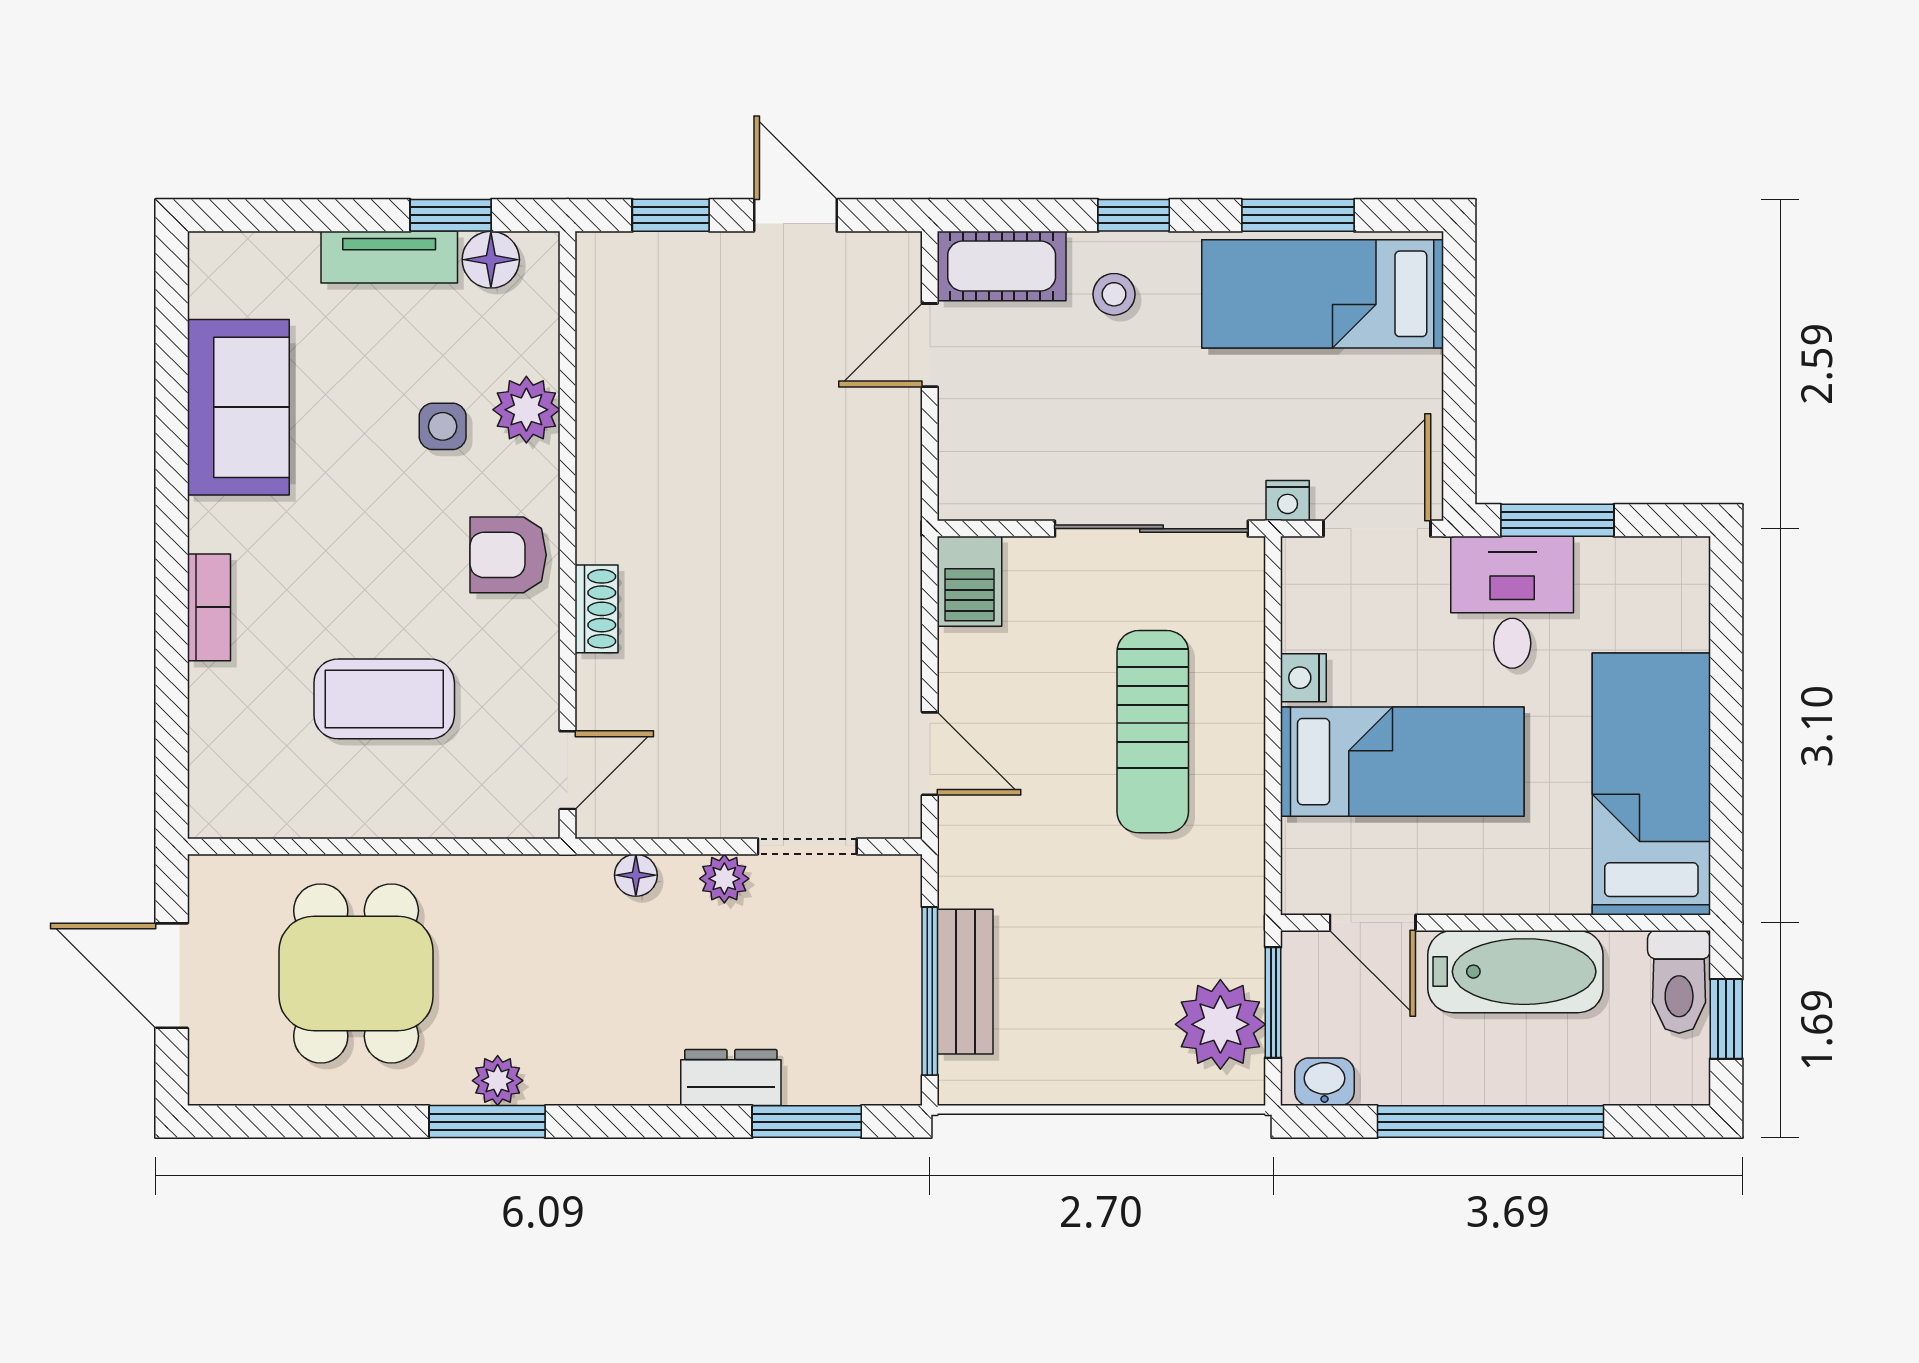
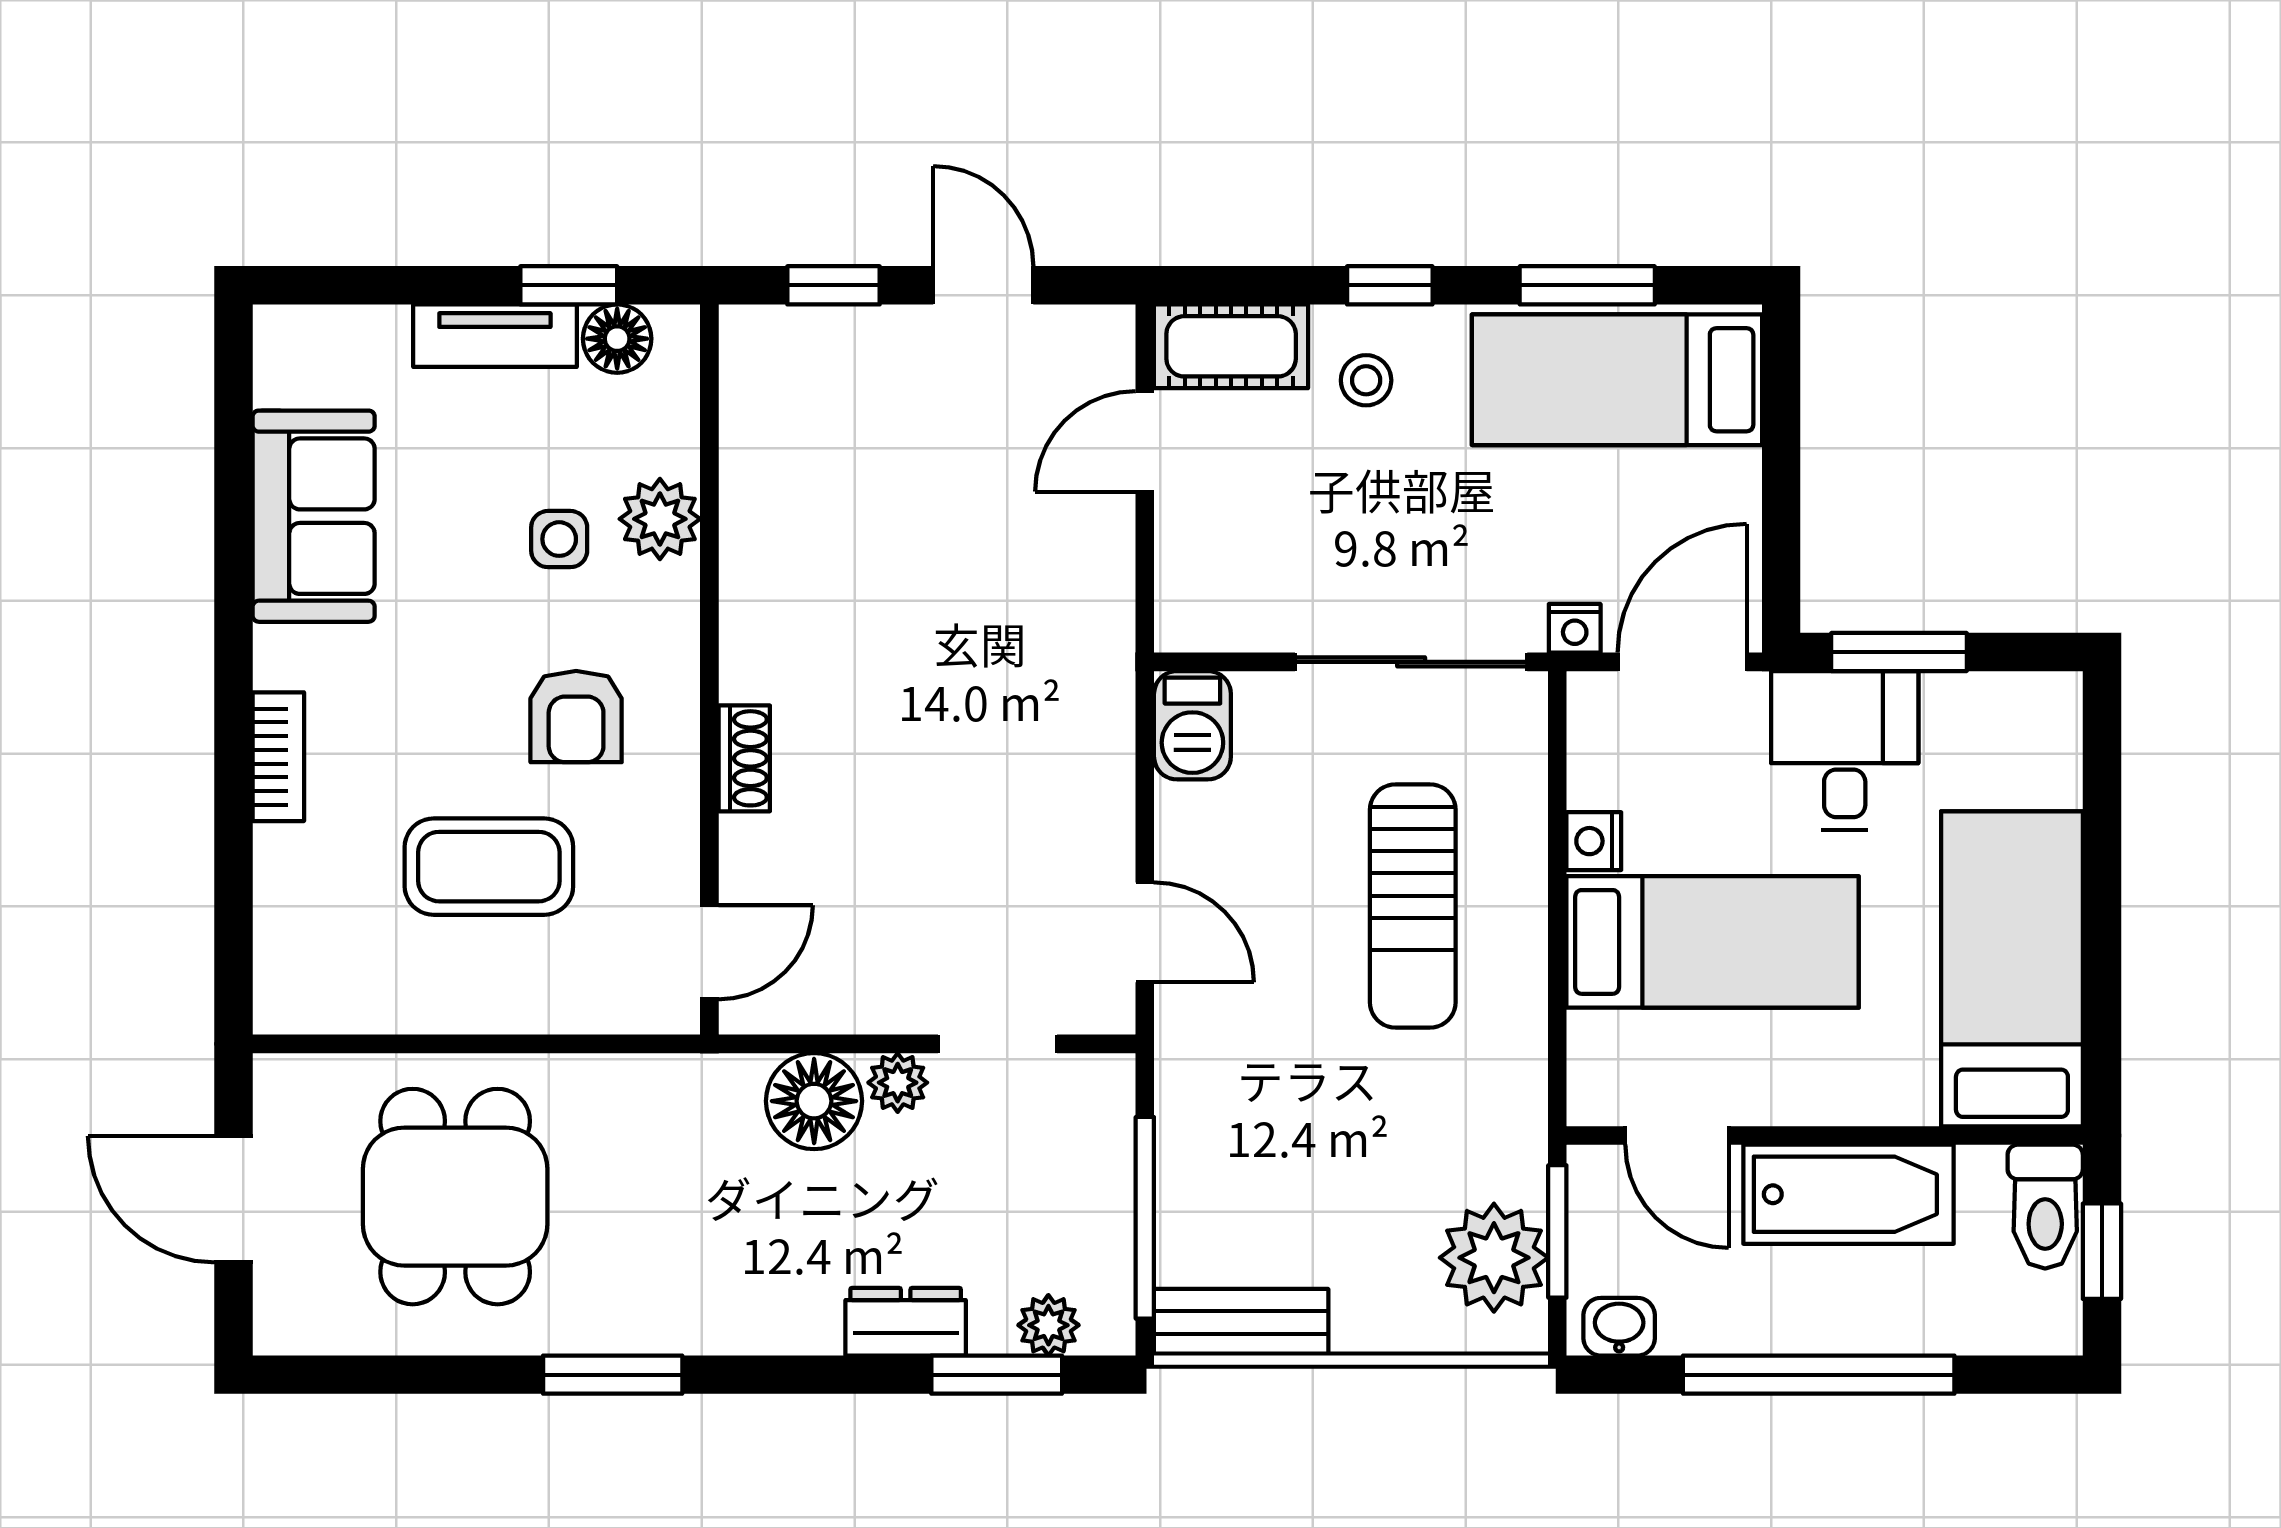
armchair: (508, 555) -> (576, 717), moved, turned -90
floor lamp: (636, 875) -> (814, 1101), width x1.89, depth x1.89
bench: (965, 982) -> (1241, 1322), moved, turned 90
plant: (498, 1081) -> (1048, 1325), moved

